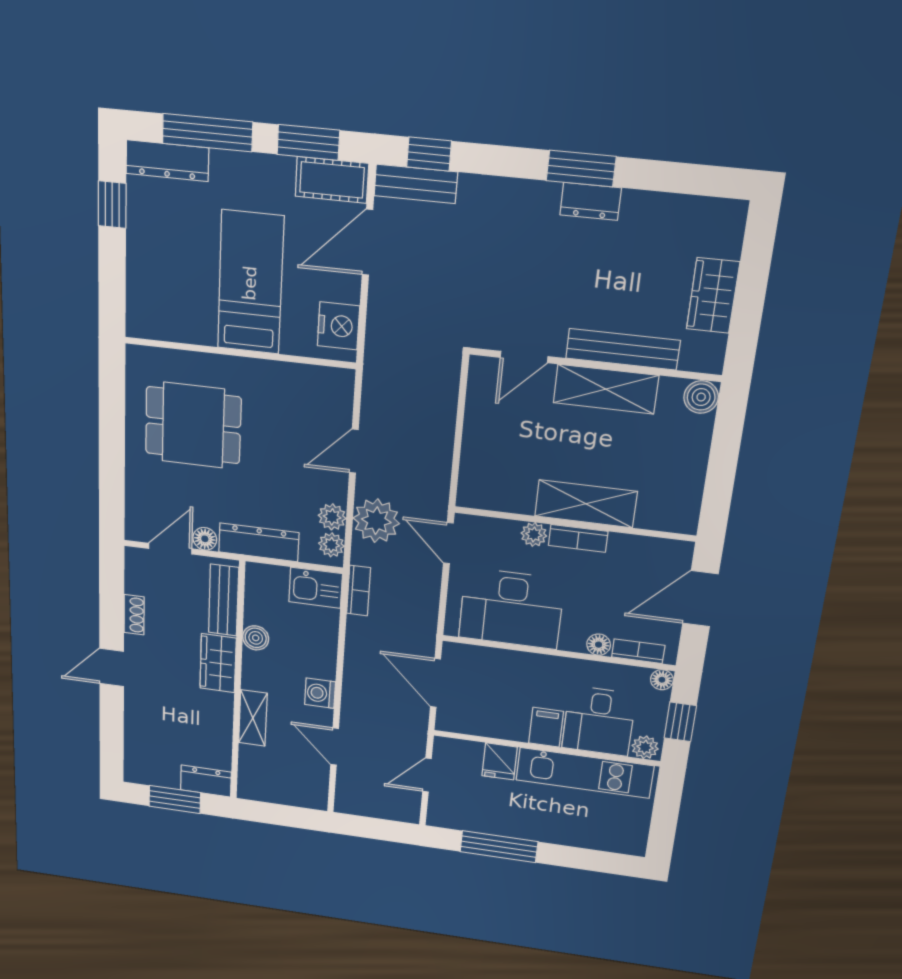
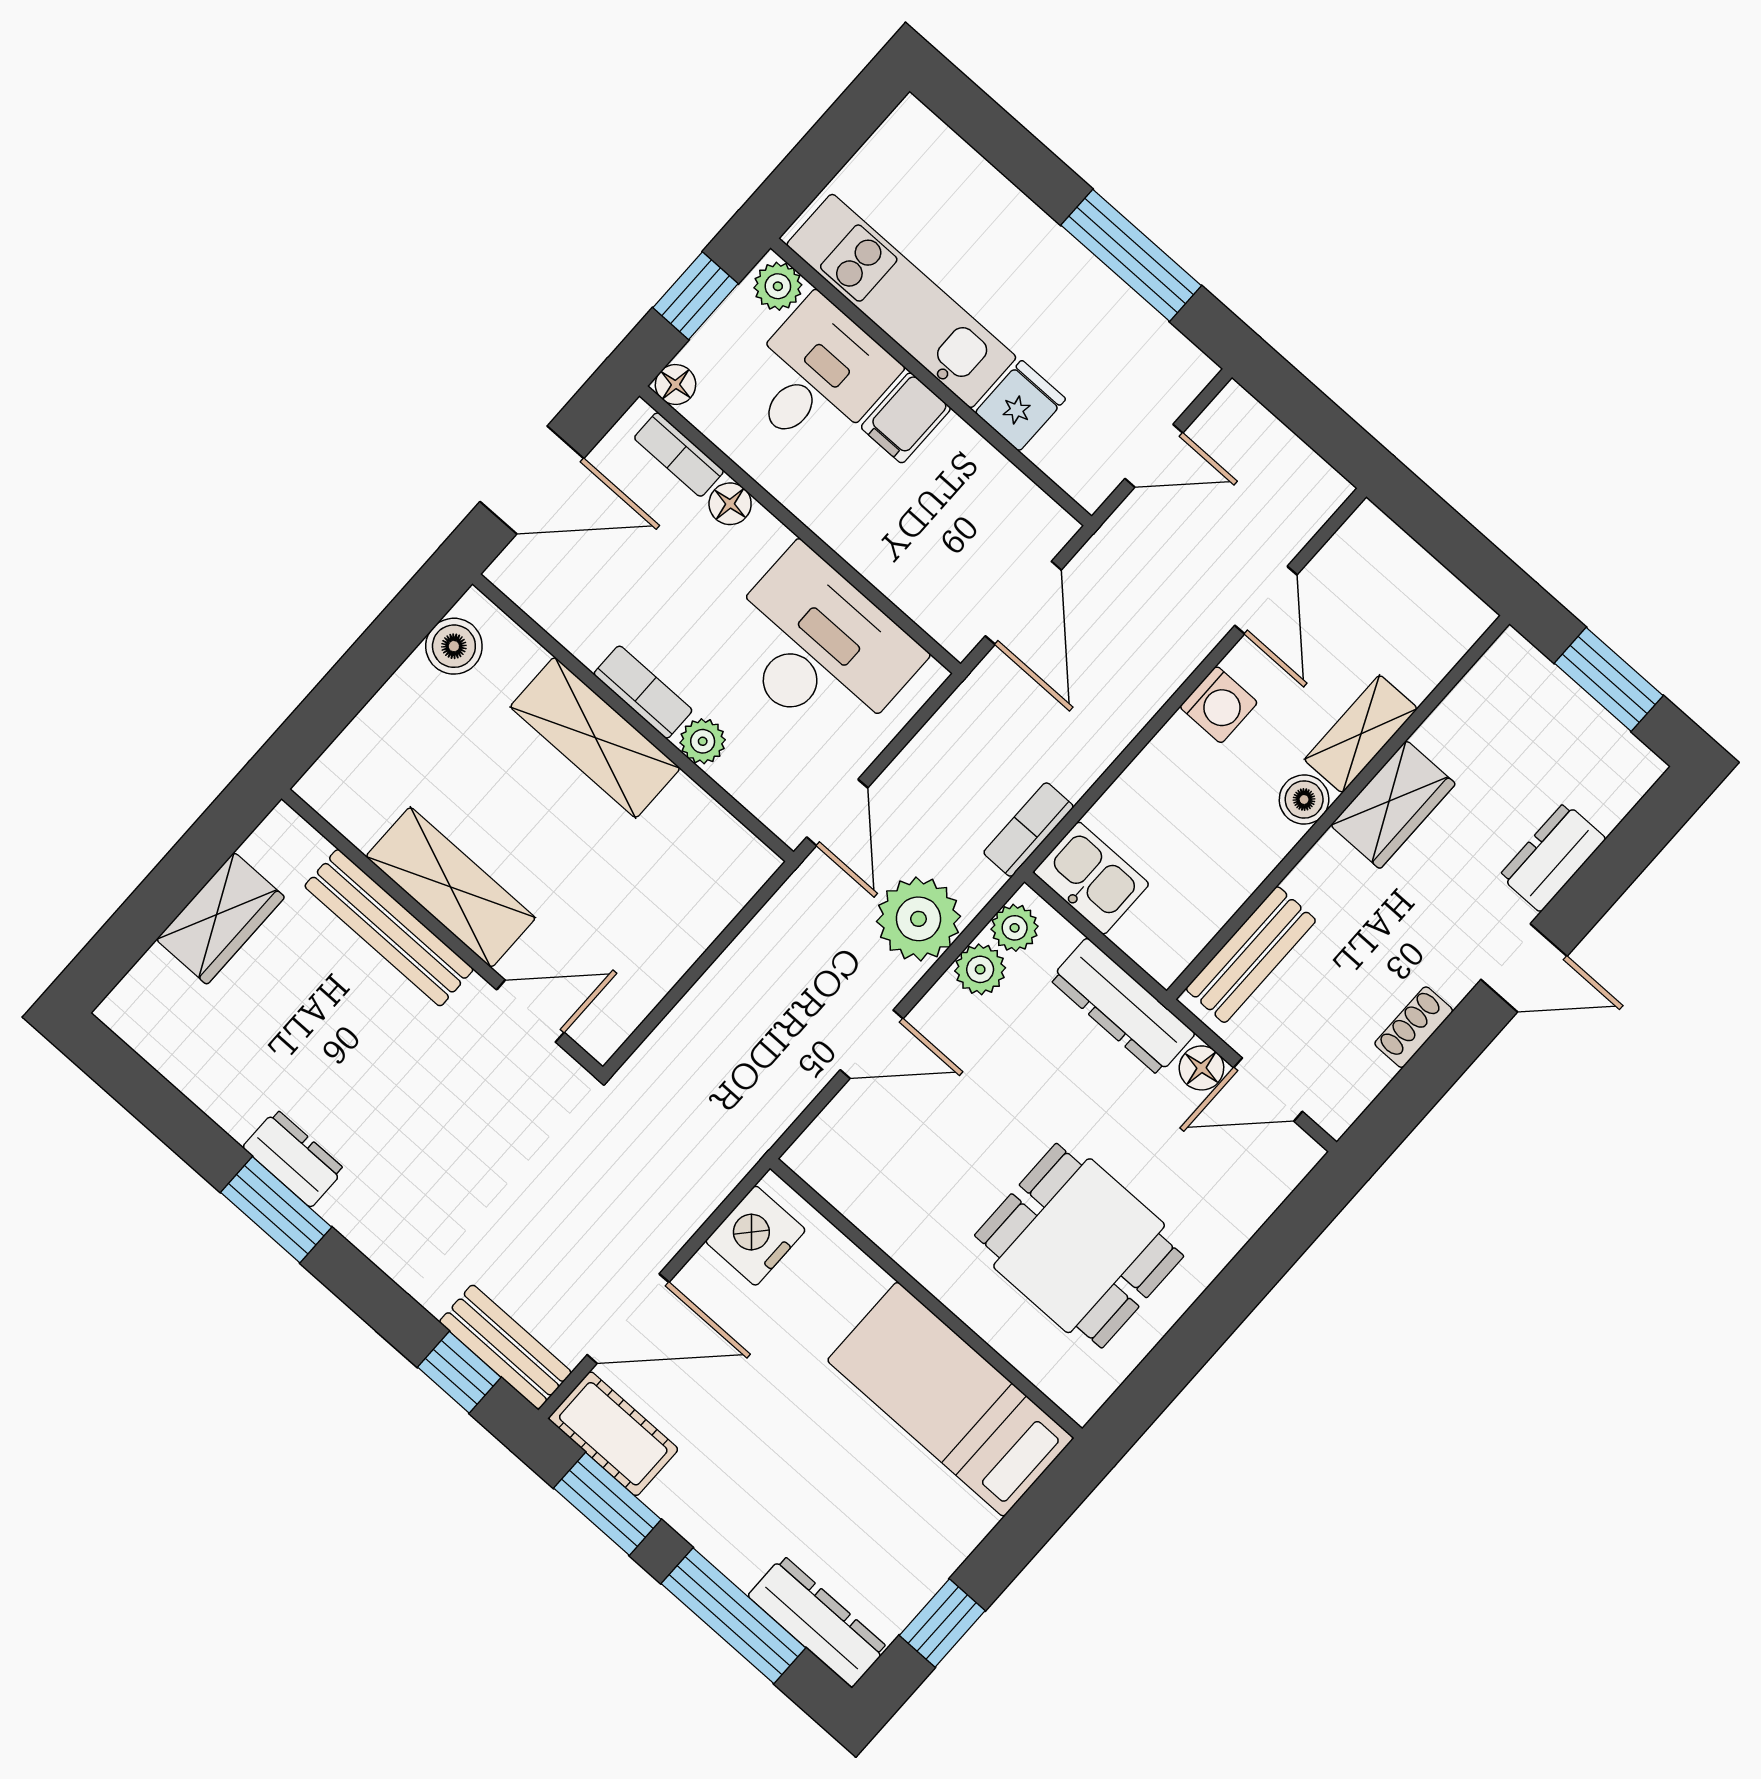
bed: (250, 283) -> (950, 1399), moved, turned 90
boiler: (701, 397) -> (454, 646), moved
boiler: (256, 638) -> (1304, 800), moved
wardrobe: (218, 663) -> (1393, 805), moved
dresser: (206, 781) -> (1553, 857), moved, turned 90

